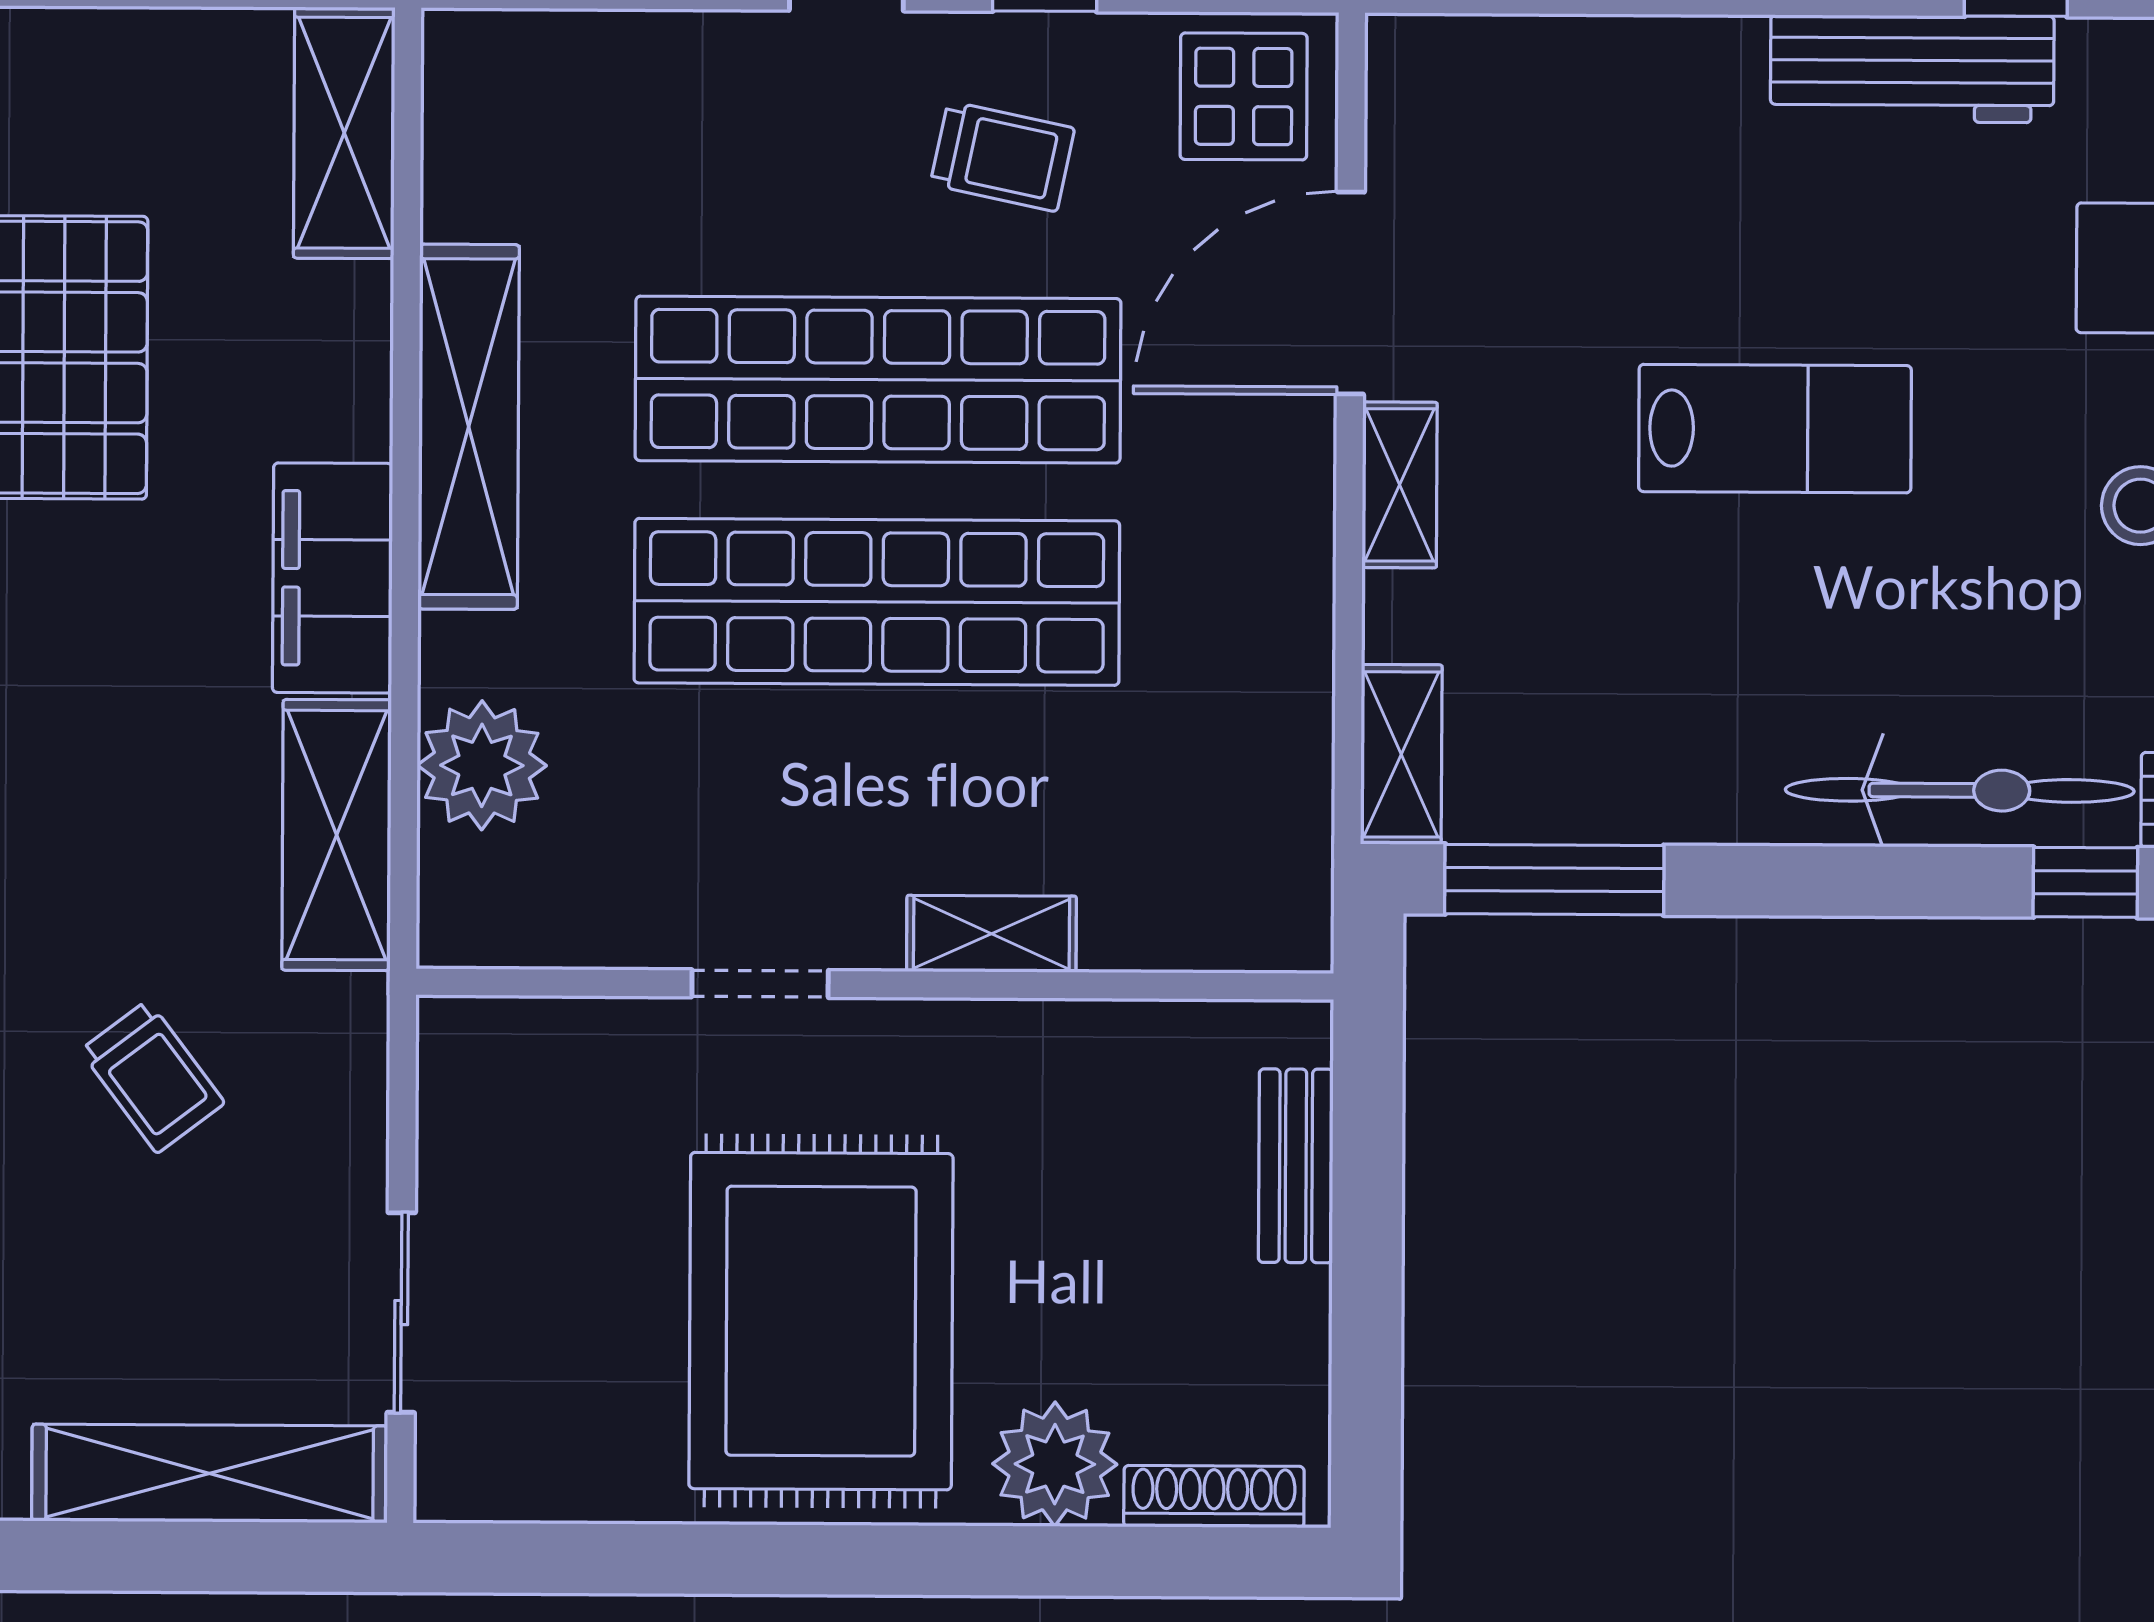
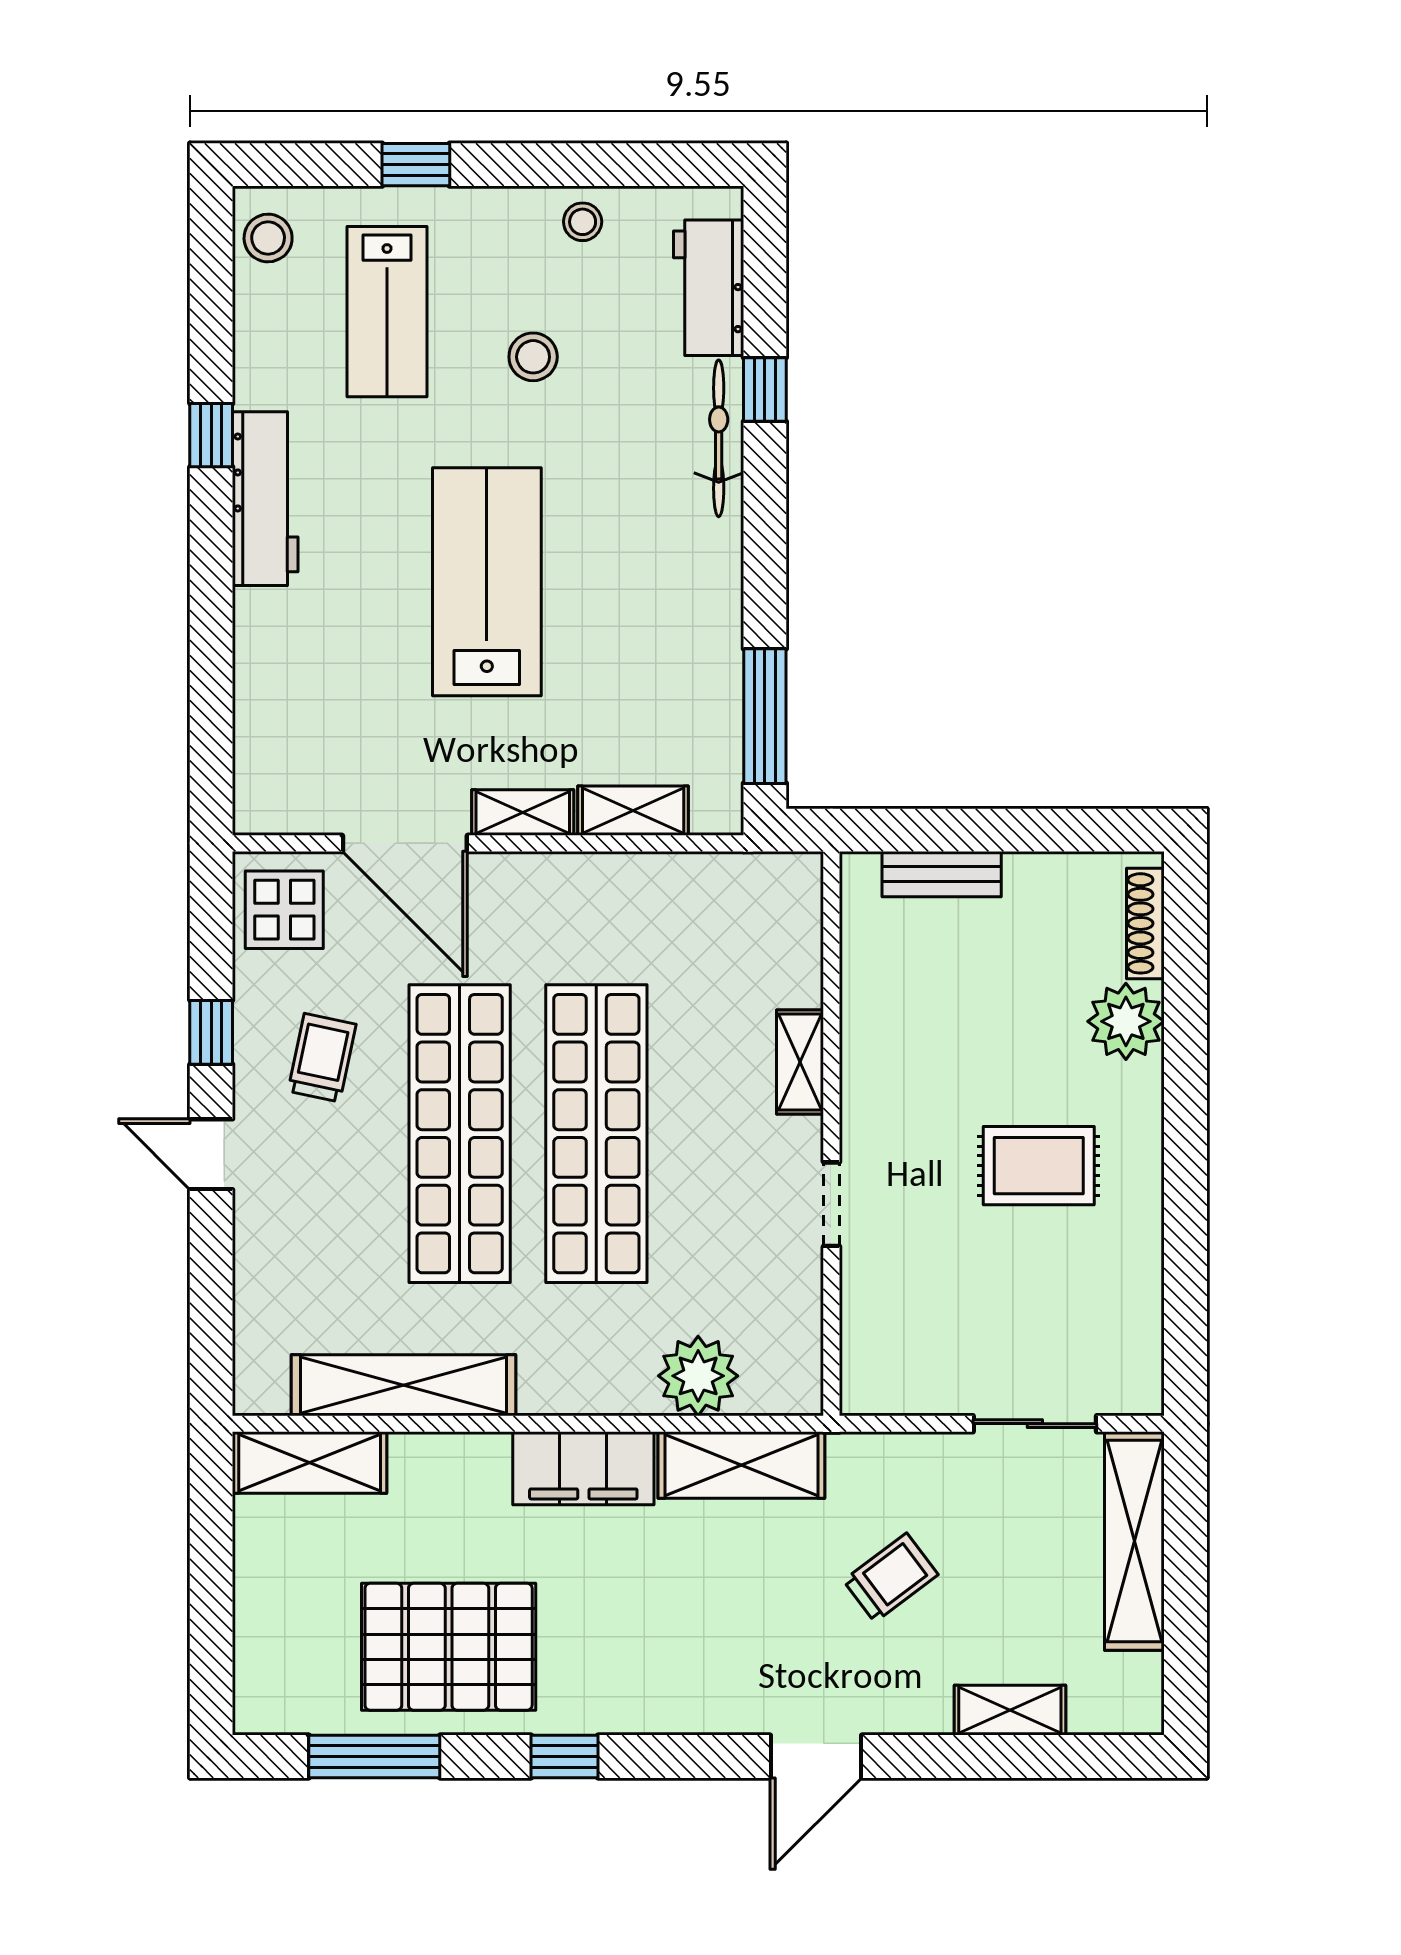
shelving: (469, 427) -> (403, 1385), moved
lab bench: (1775, 429) -> (487, 582), width x1.36, depth x1.39
shelving: (1401, 754) -> (633, 811), moved
bicycle: (1960, 790) -> (719, 438), width x0.73, depth x0.71
rug: (821, 1321) -> (1039, 1166), width x0.54, depth x0.49

